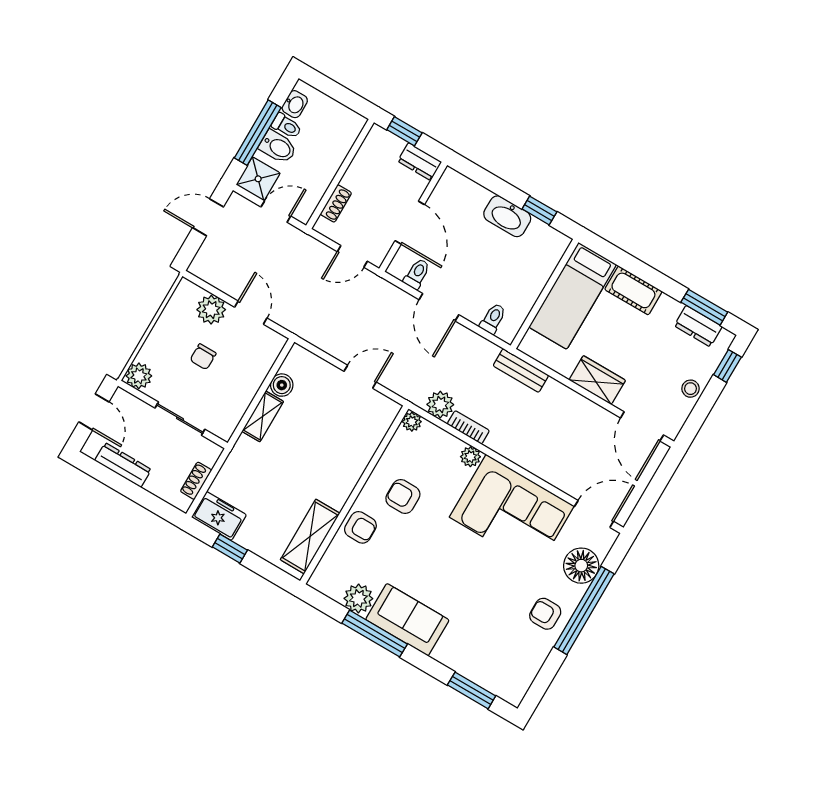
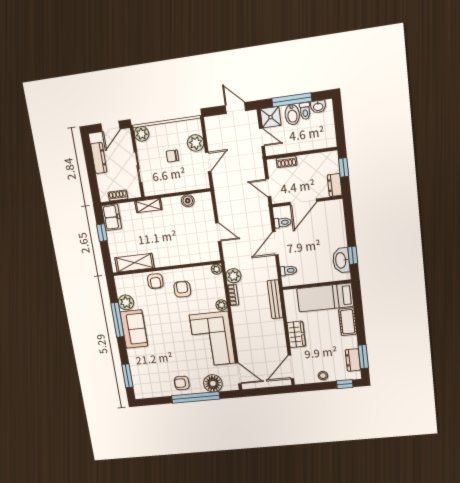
washbasin: (507, 216) -> (341, 260), moved
bench: (521, 371) -> (275, 299), width x1.36
shelving: (263, 416) -> (148, 205), moved
armchair: (545, 614) -> (182, 383), turned -90

